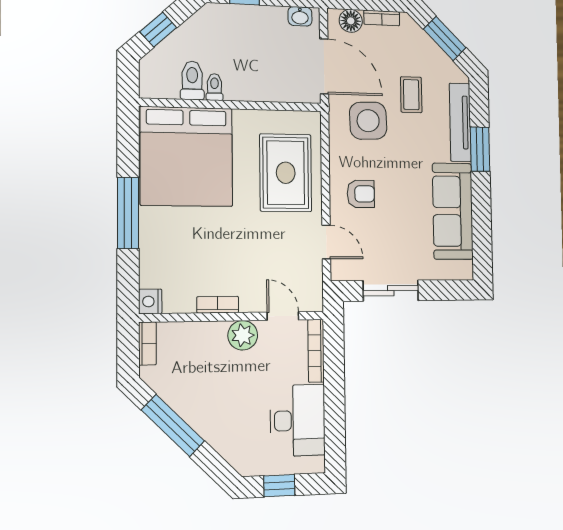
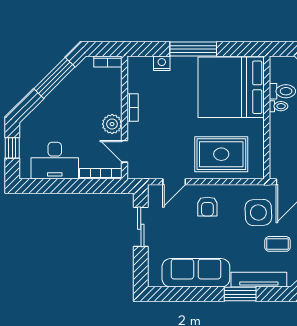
nightstand: (150, 301) -> (162, 63), moved
door: (283, 316) -> (124, 151), swing flipped

